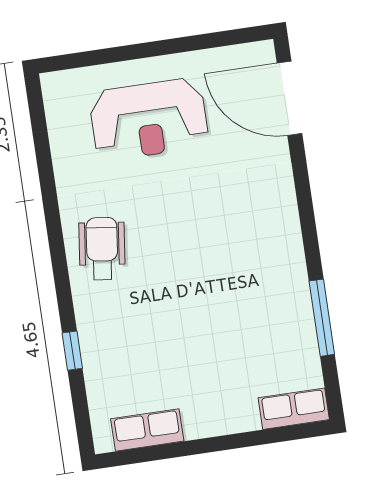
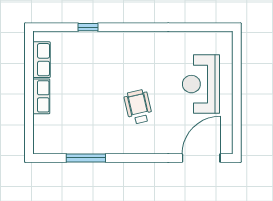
wheelchair: (102, 249) -> (138, 107), moved, turned -110
row of seats: (294, 409) -> (41, 96), moved

